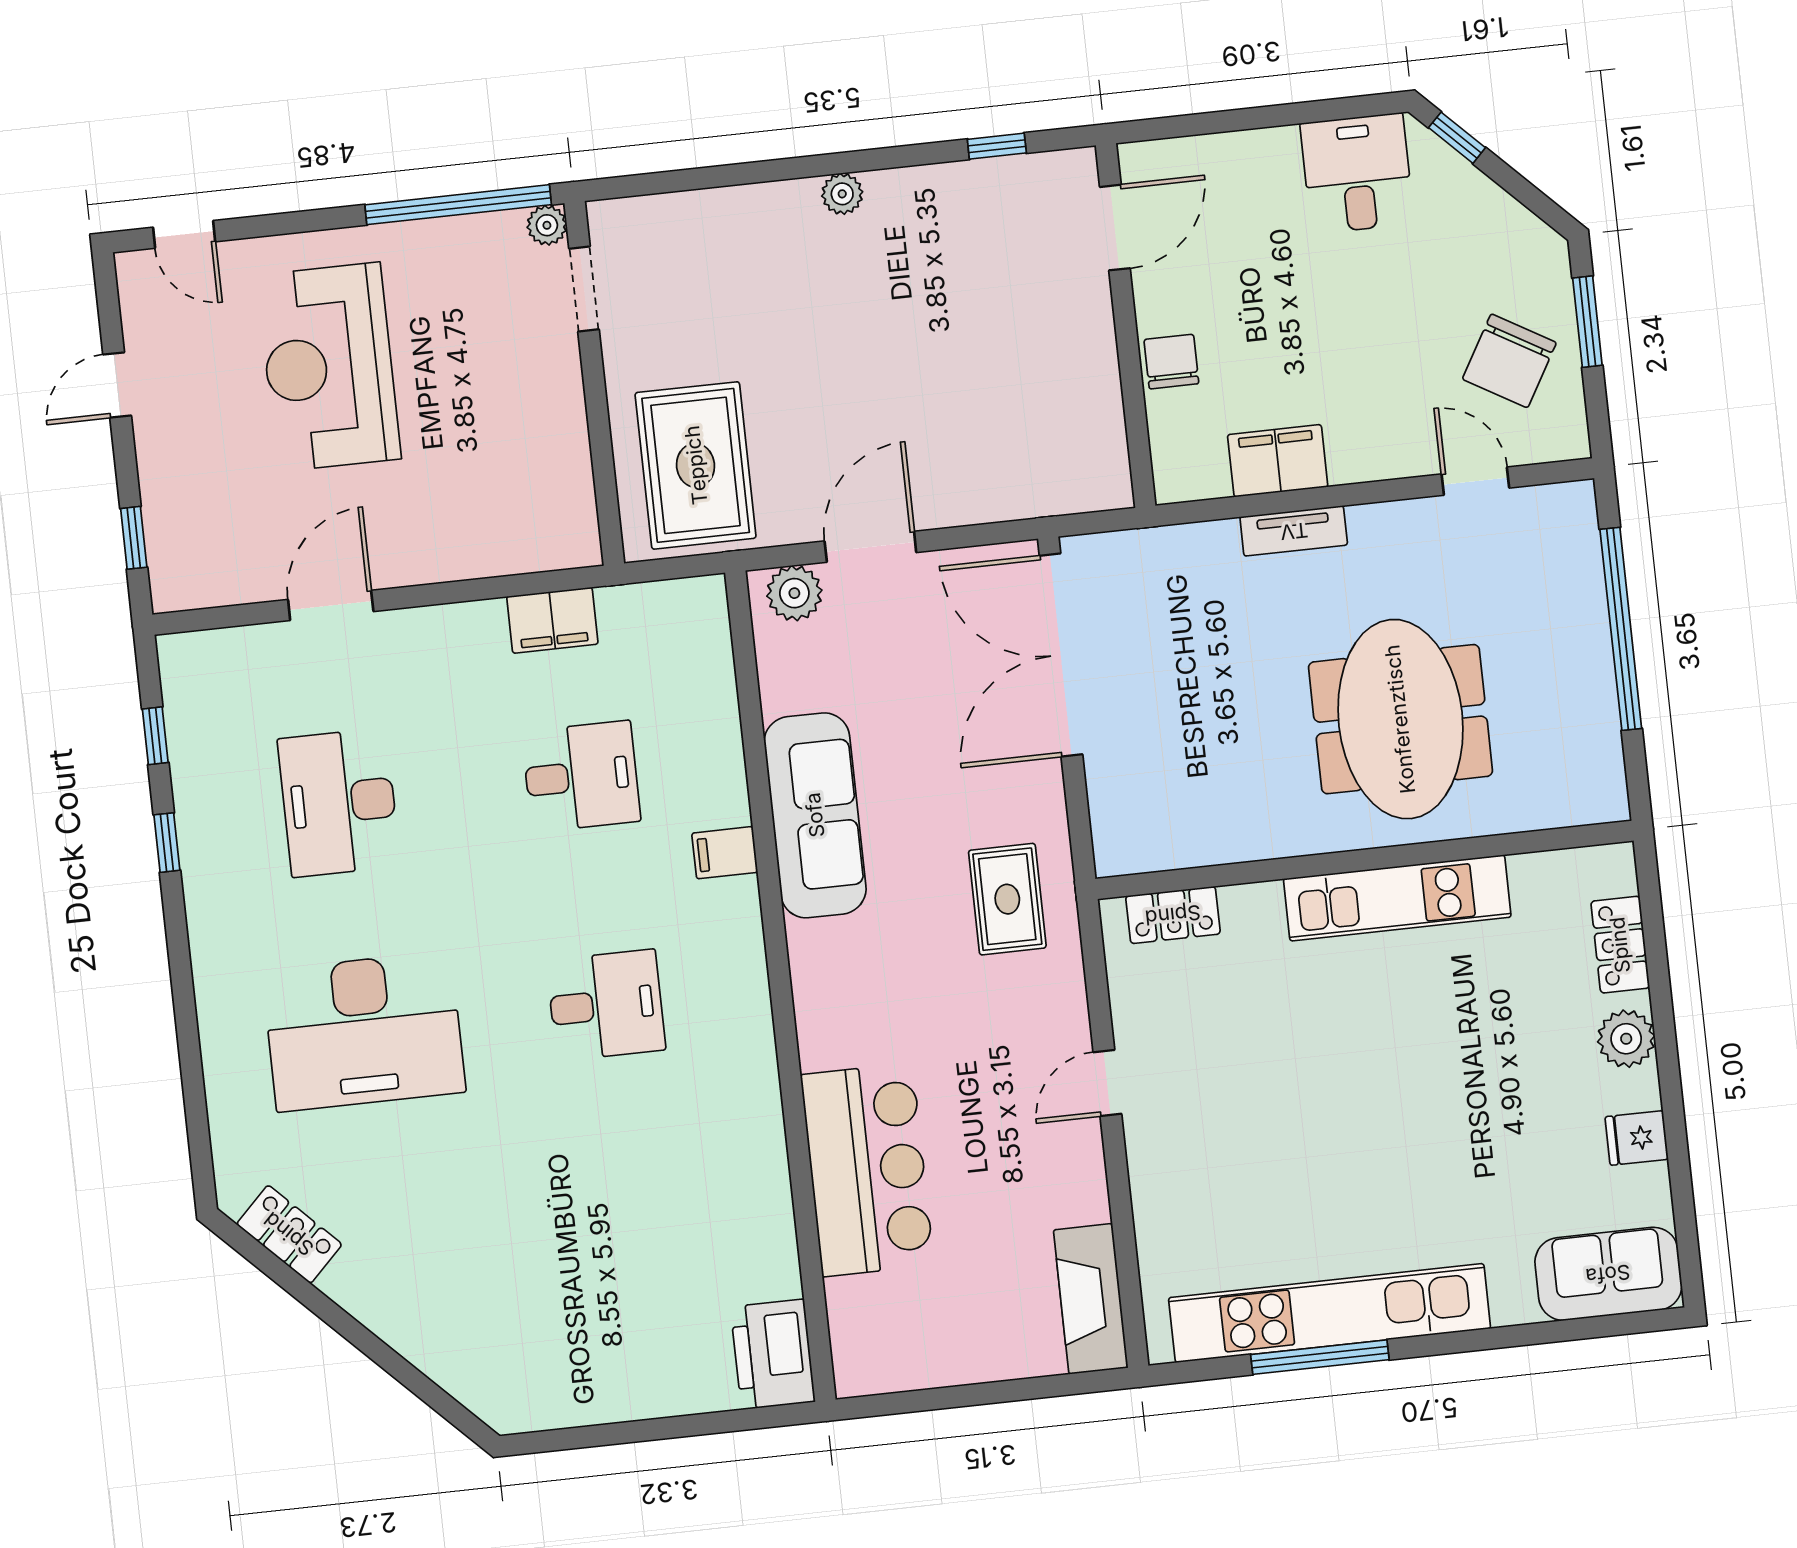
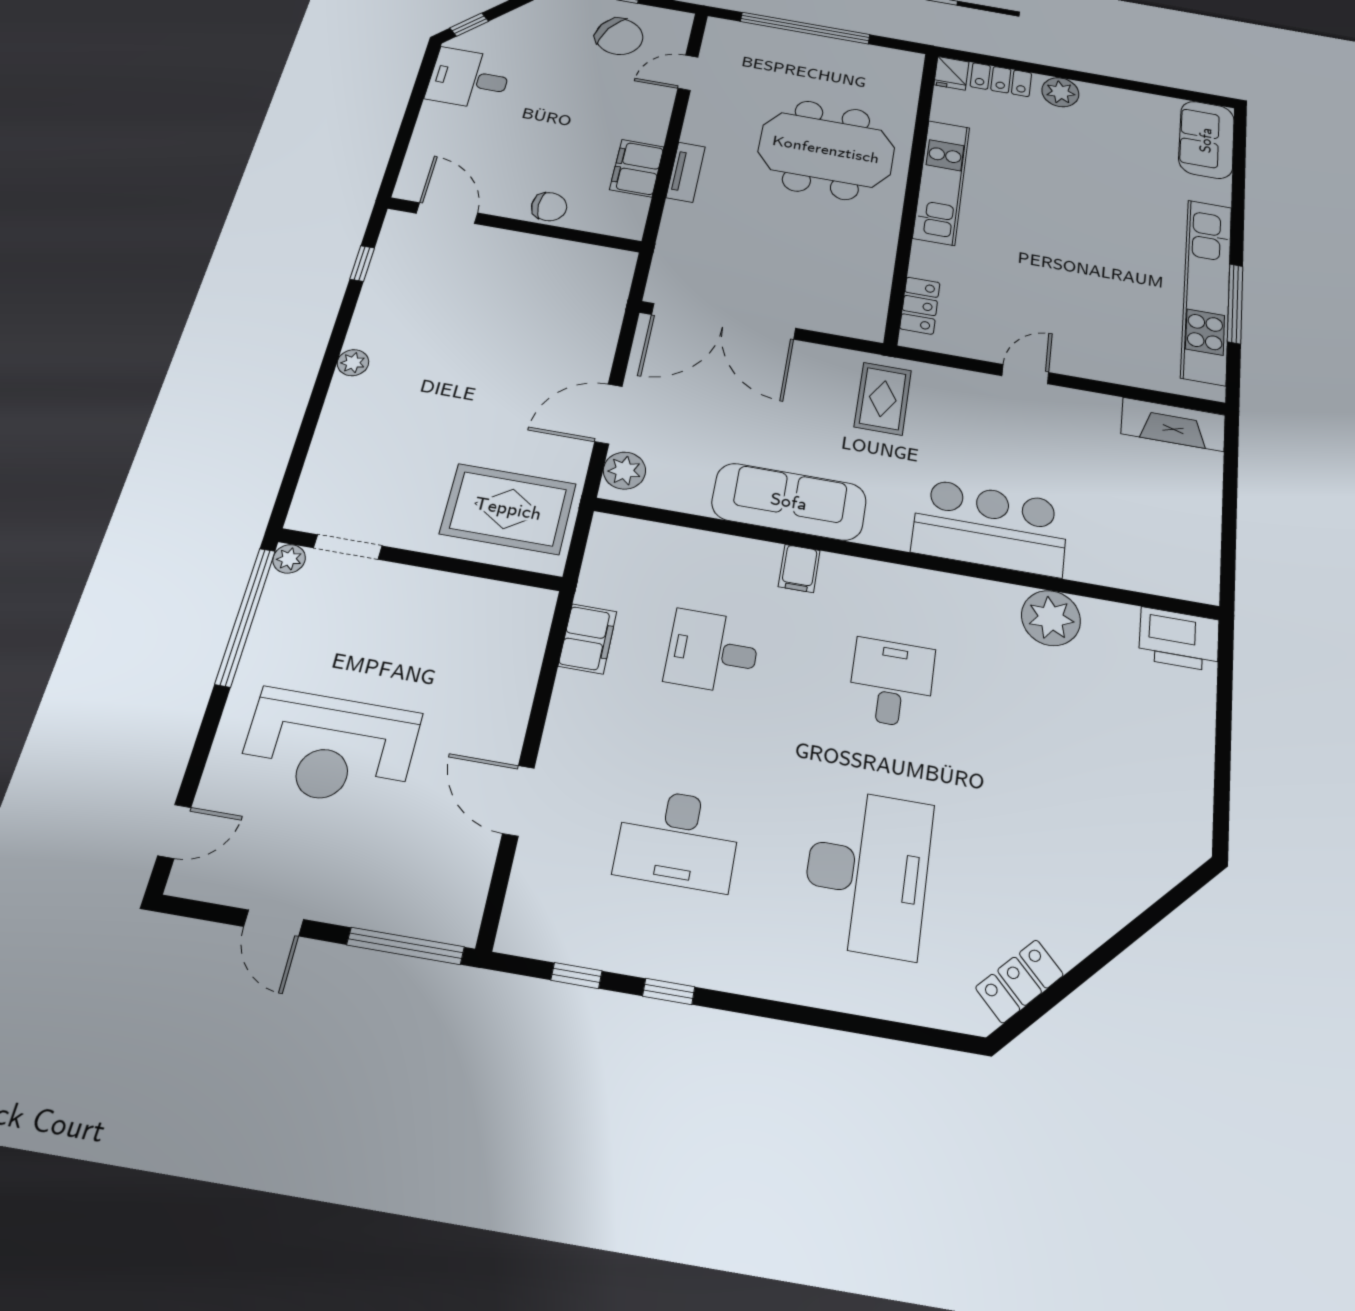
chair: (1171, 362) -> (549, 207), turned 180
window: (134, 538) -> (406, 946), width x2.17
door: (870, 547) -> (609, 414), hinge flipped
desk: (581, 776) -> (713, 652), turned -90
rug: (1007, 899) -> (883, 399), turned 90
door: (1107, 1083) -> (1025, 374), swing flipped
fridge: (1637, 1138) -> (952, 73), moved
bar counter: (867, 1170) -> (990, 527), moved
plant: (753, 1186) -> (1051, 618), added

